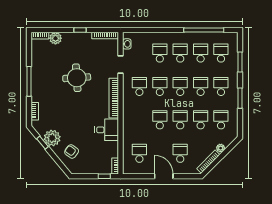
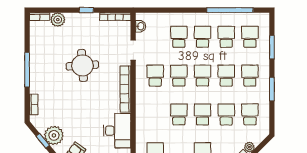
desk: (107, 130) -> (117, 131), width x1.37

